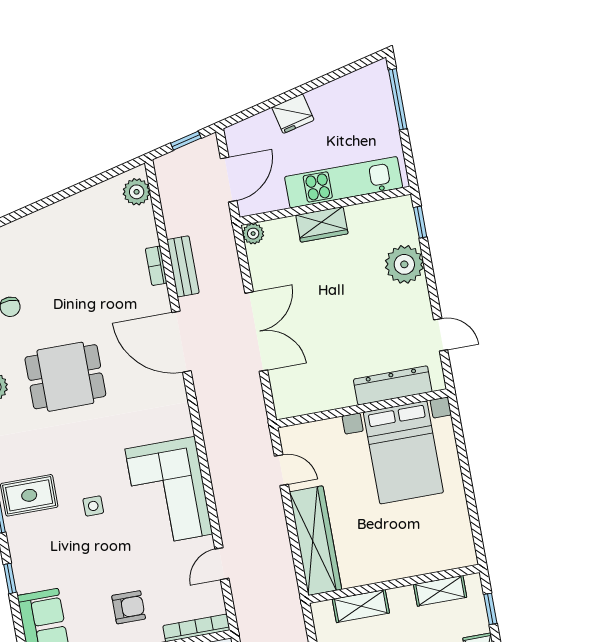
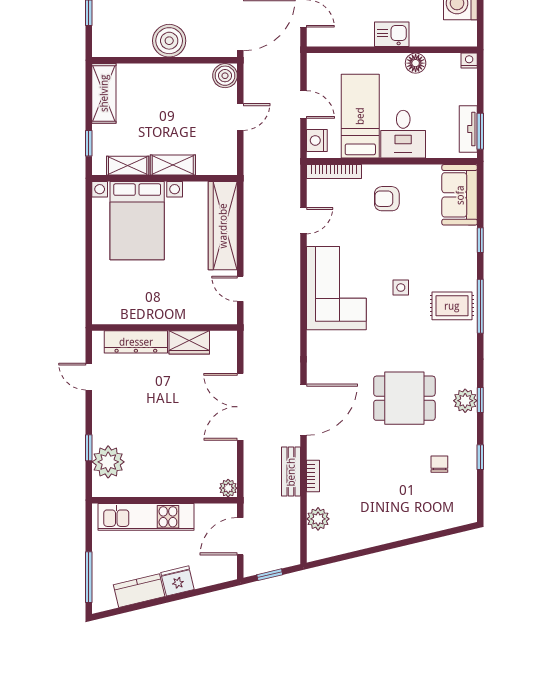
kitchen counter: (336, 94) -> (139, 591), added
plant: (137, 192) -> (318, 519), moved
window: (420, 222) -> (89, 448), moved
wardrobe: (322, 224) -> (189, 342), moved, turned 180
plant: (404, 264) -> (108, 462), moved
door: (181, 342) -> (303, 410), hinge flipped
bed with nightstands: (403, 452) -> (137, 221), moved, turned 180
shelving: (361, 606) -> (173, 165), moved

